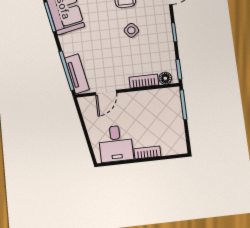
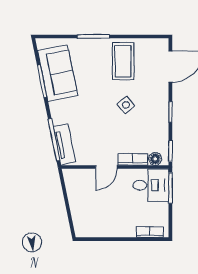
door: (106, 93) -> (106, 167), moved
desk: (116, 144) -> (151, 185), moved, turned -90
bookcase: (147, 152) -> (150, 232), moved

